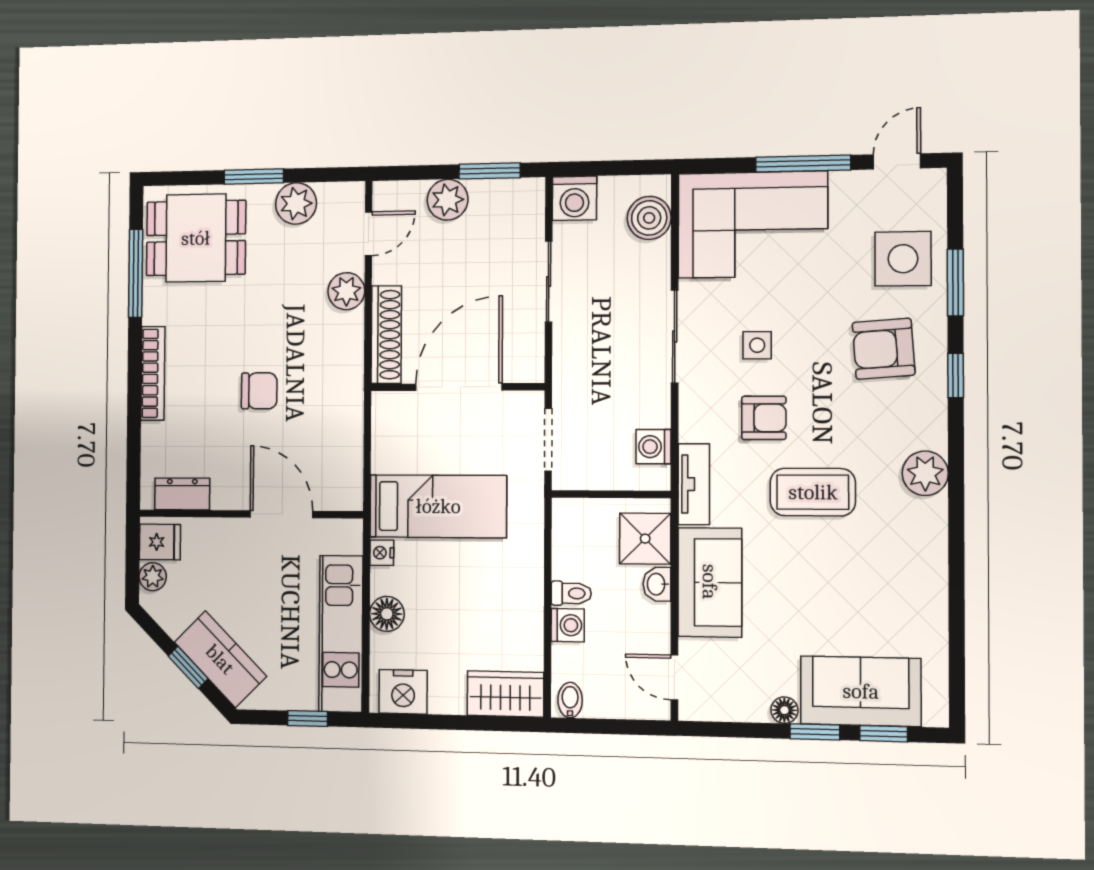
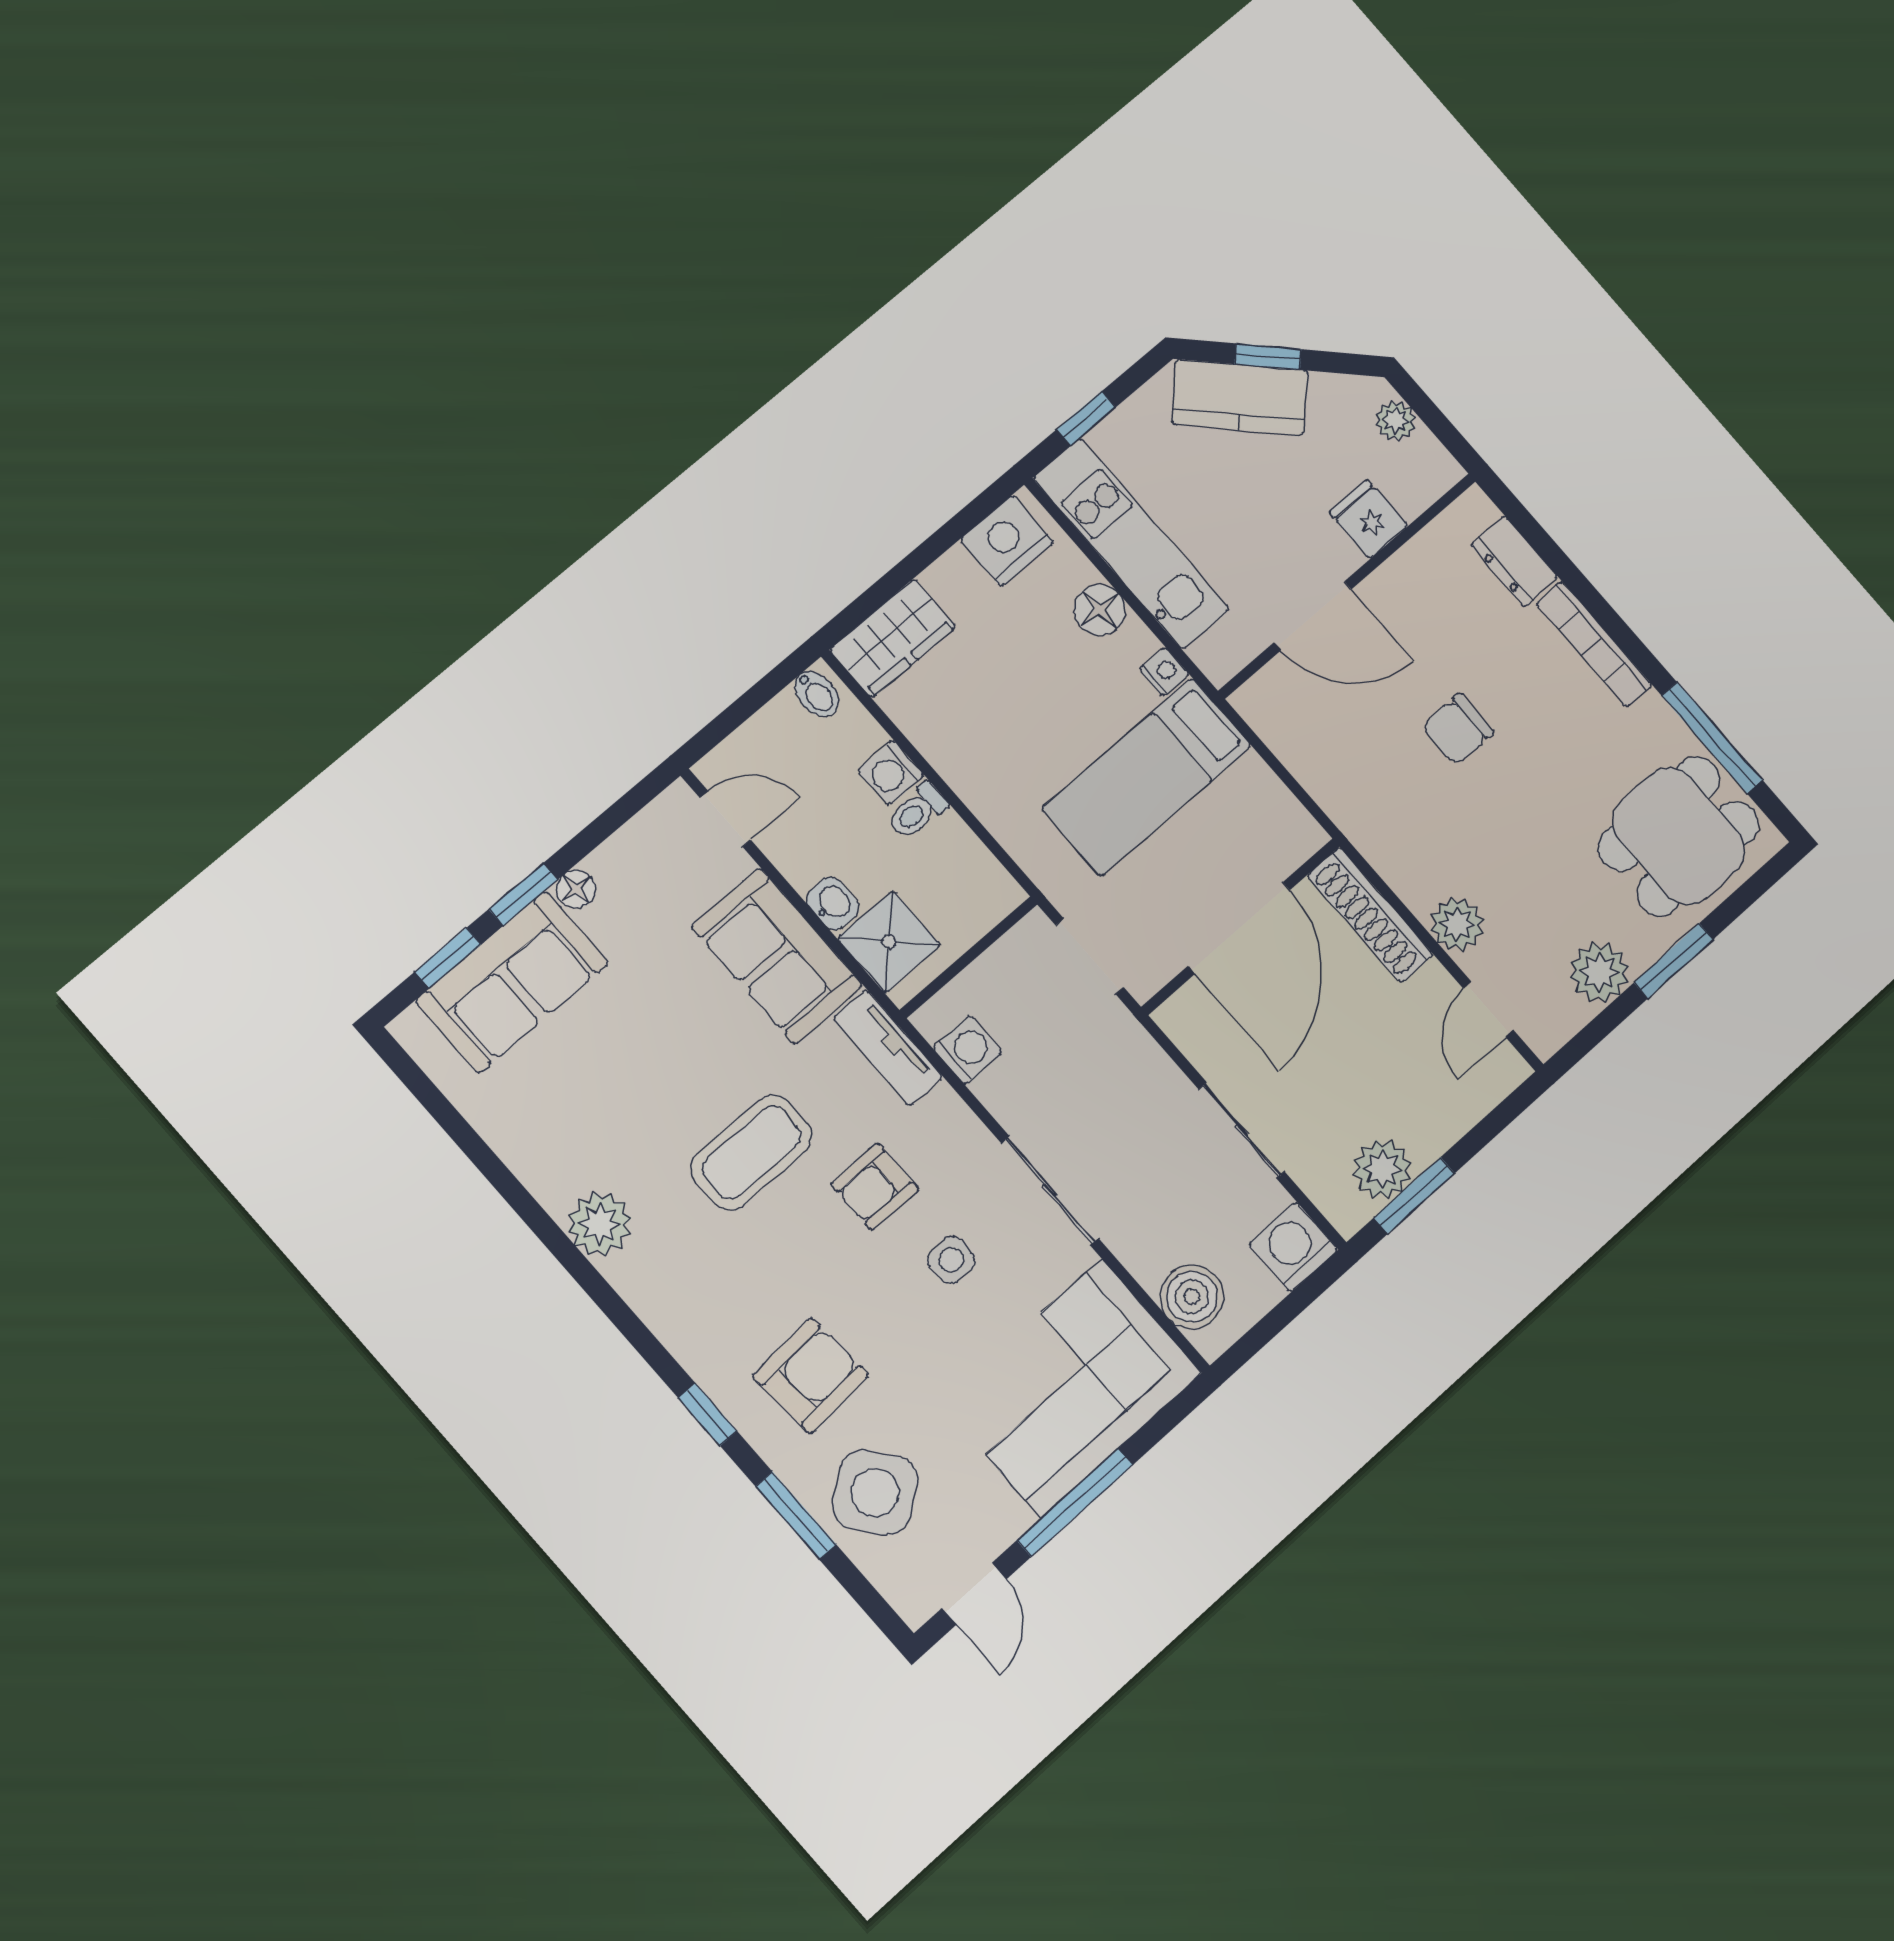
plant: (448, 200) -> (1382, 1169), moved
side table: (903, 259) -> (875, 1492), turned -36
plant: (925, 473) -> (600, 1224), moved
dresser: (182, 494) -> (1514, 561), moved, turned 90
fridge: (160, 542) -> (1369, 519), moved, turned 90

